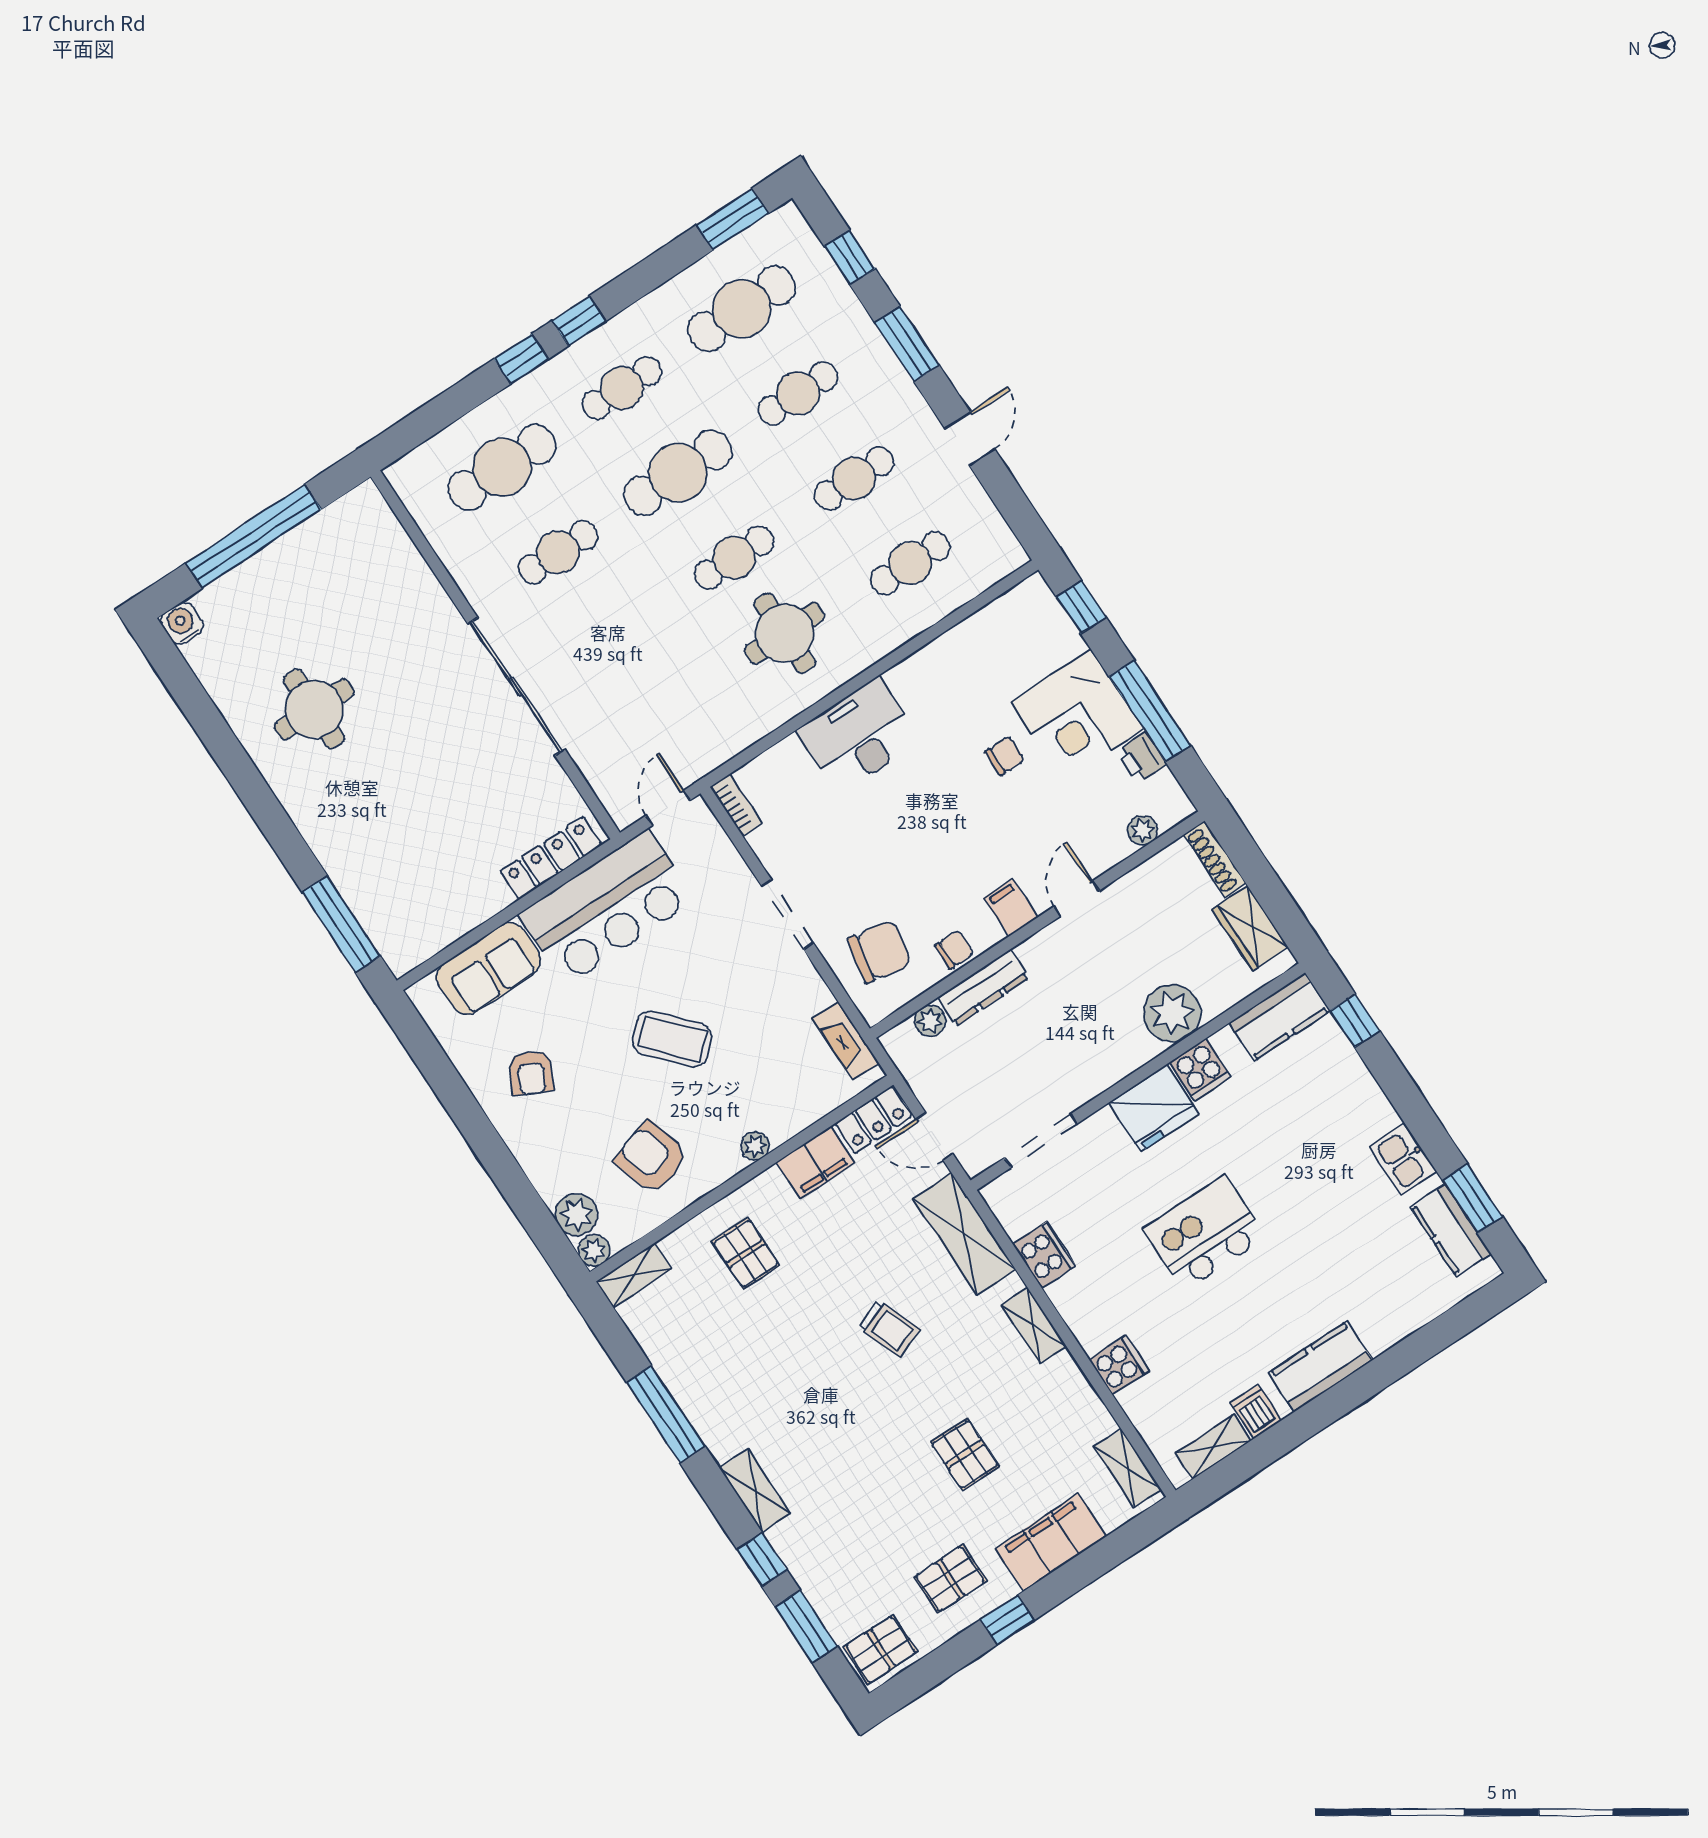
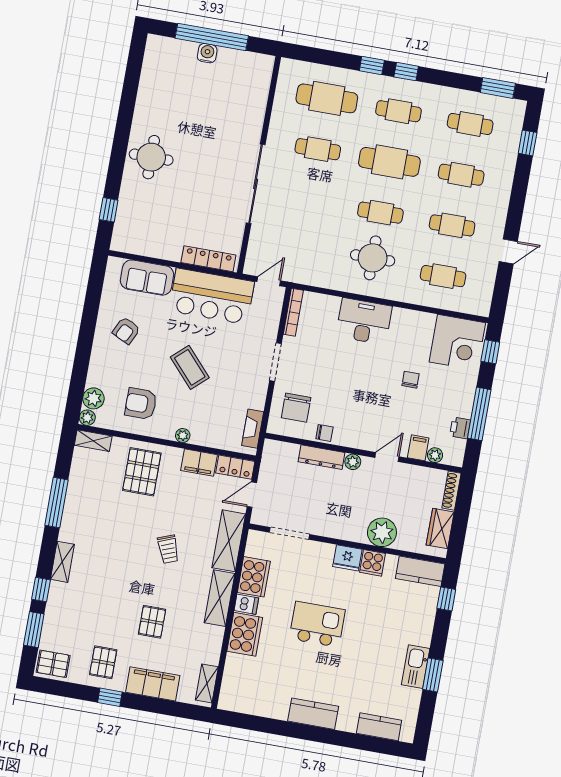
cafe table: (742, 309) -> (470, 124), width x0.73, depth x0.74
window: (907, 344) -> (518, 195), removed
water cooler: (182, 623) -> (207, 53), moved
round table: (314, 709) -> (151, 157), moved
corner desk: (1077, 716) -> (457, 342), moved, turned -90
chair: (1005, 756) -> (411, 380), turned -90
bookcase: (736, 805) -> (293, 312), width x1.56
filing cabinet: (1011, 908) -> (418, 448), moved
window: (341, 924) -> (109, 210), width x0.46
chair: (879, 952) -> (296, 408), turned 79
plant: (930, 1021) -> (353, 462), moved
fridge: (1154, 1108) -> (347, 558), width x0.73, depth x0.75
door: (934, 1136) -> (252, 495), hinge flipped
armchair: (652, 1157) -> (141, 404), turned -73
kitchen sink: (1403, 1159) -> (416, 667), width x1.38
window: (1472, 1198) -> (433, 675), moved
kitchen counter: (1451, 1230) -> (379, 727), moved, turned 90
pallet: (746, 1253) -> (142, 472), width x1.50, depth x1.42
cooker: (1044, 1255) -> (254, 577), width x1.37, depth x1.31
shelving: (1034, 1326) -> (220, 598), width x1.50, depth x1.33
cooker: (1119, 1365) -> (245, 634), width x1.87, depth x1.31
dishwasher: (1256, 1412) -> (246, 604), moved, turned 90
shelving: (1213, 1447) -> (246, 706), removed
pallet: (950, 1579) -> (103, 662), turned 90

